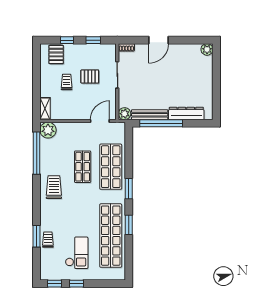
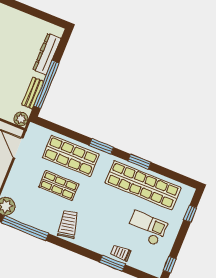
bench: (150, 115) -> (33, 93), width x0.73
trolley: (54, 187) -> (68, 224), turned 79
window: (77, 284) -> (190, 214), moved

